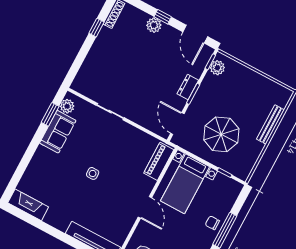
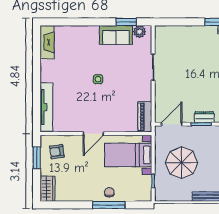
piano: (159, 161) -> (145, 117), moved, turned -90

